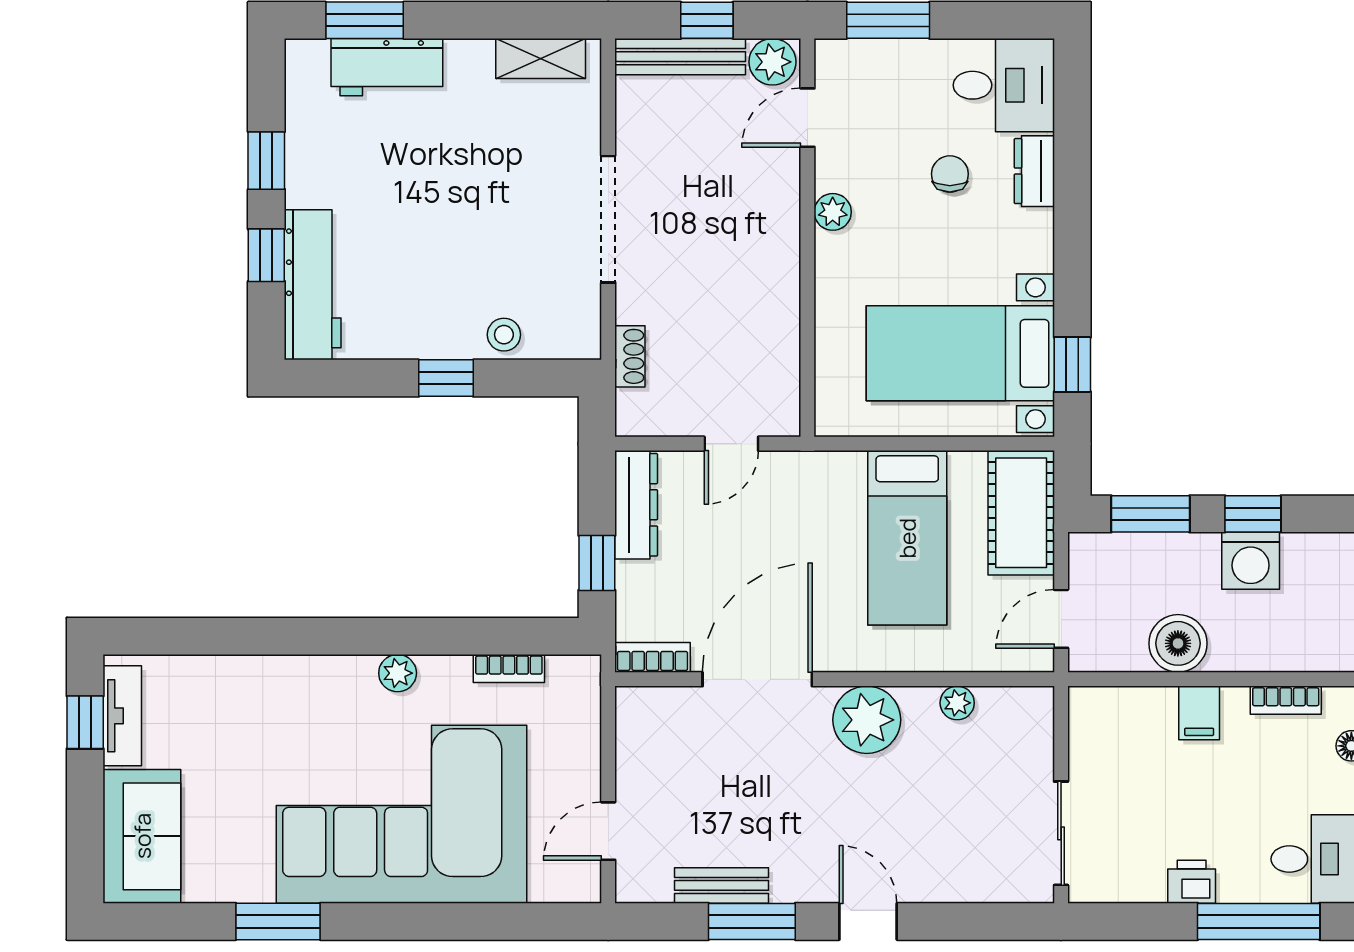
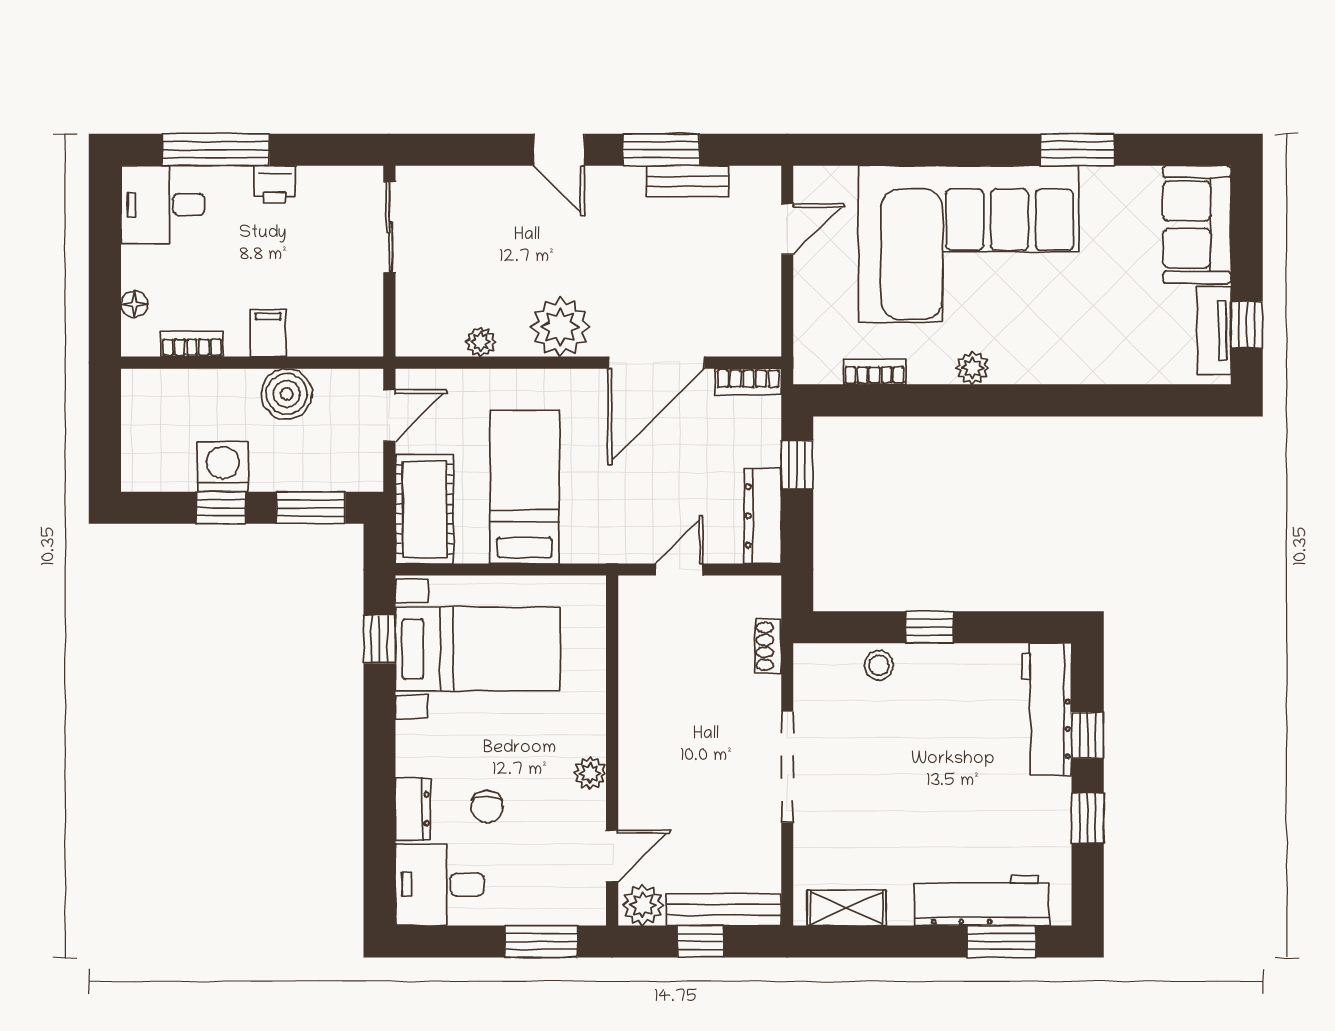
workbench: (387, 67) -> (982, 900), width x1.38

